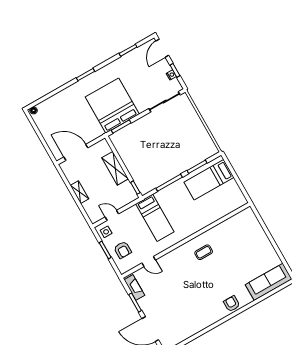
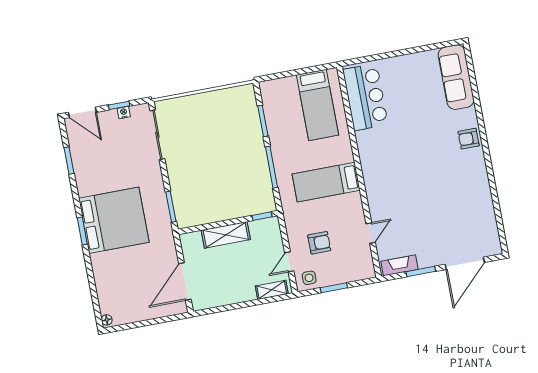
bed: (112, 106) -> (114, 220), moved, turned 180
bed: (209, 180) -> (318, 105), moved
shelving: (79, 192) -> (272, 290), moved
bed: (155, 218) -> (326, 182), moved, turned 180
bar counter: (235, 228) -> (365, 97), added
armchair: (123, 250) -> (319, 243), moved
coffee table: (204, 252) -> (384, 153), removed

